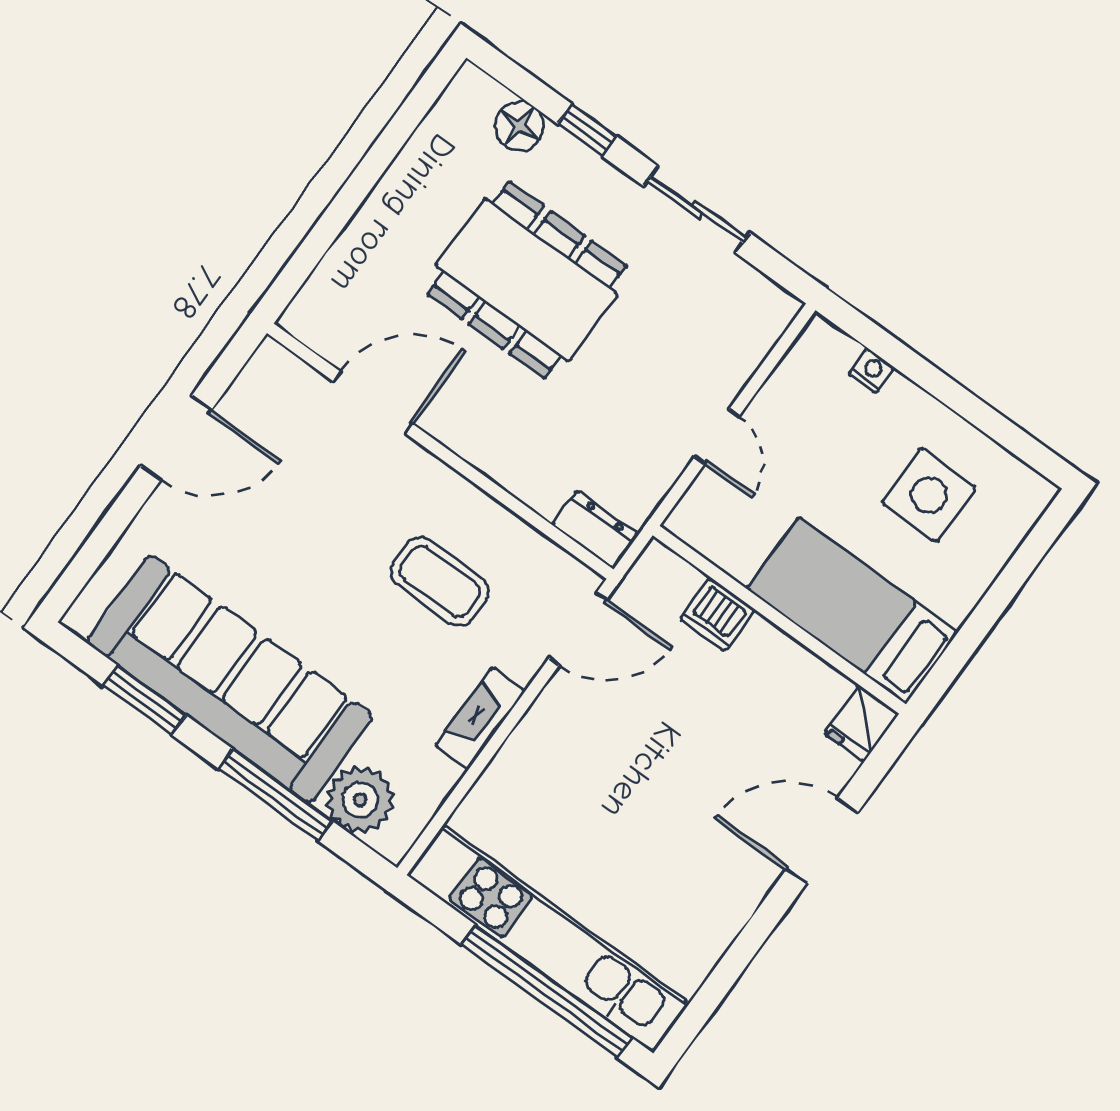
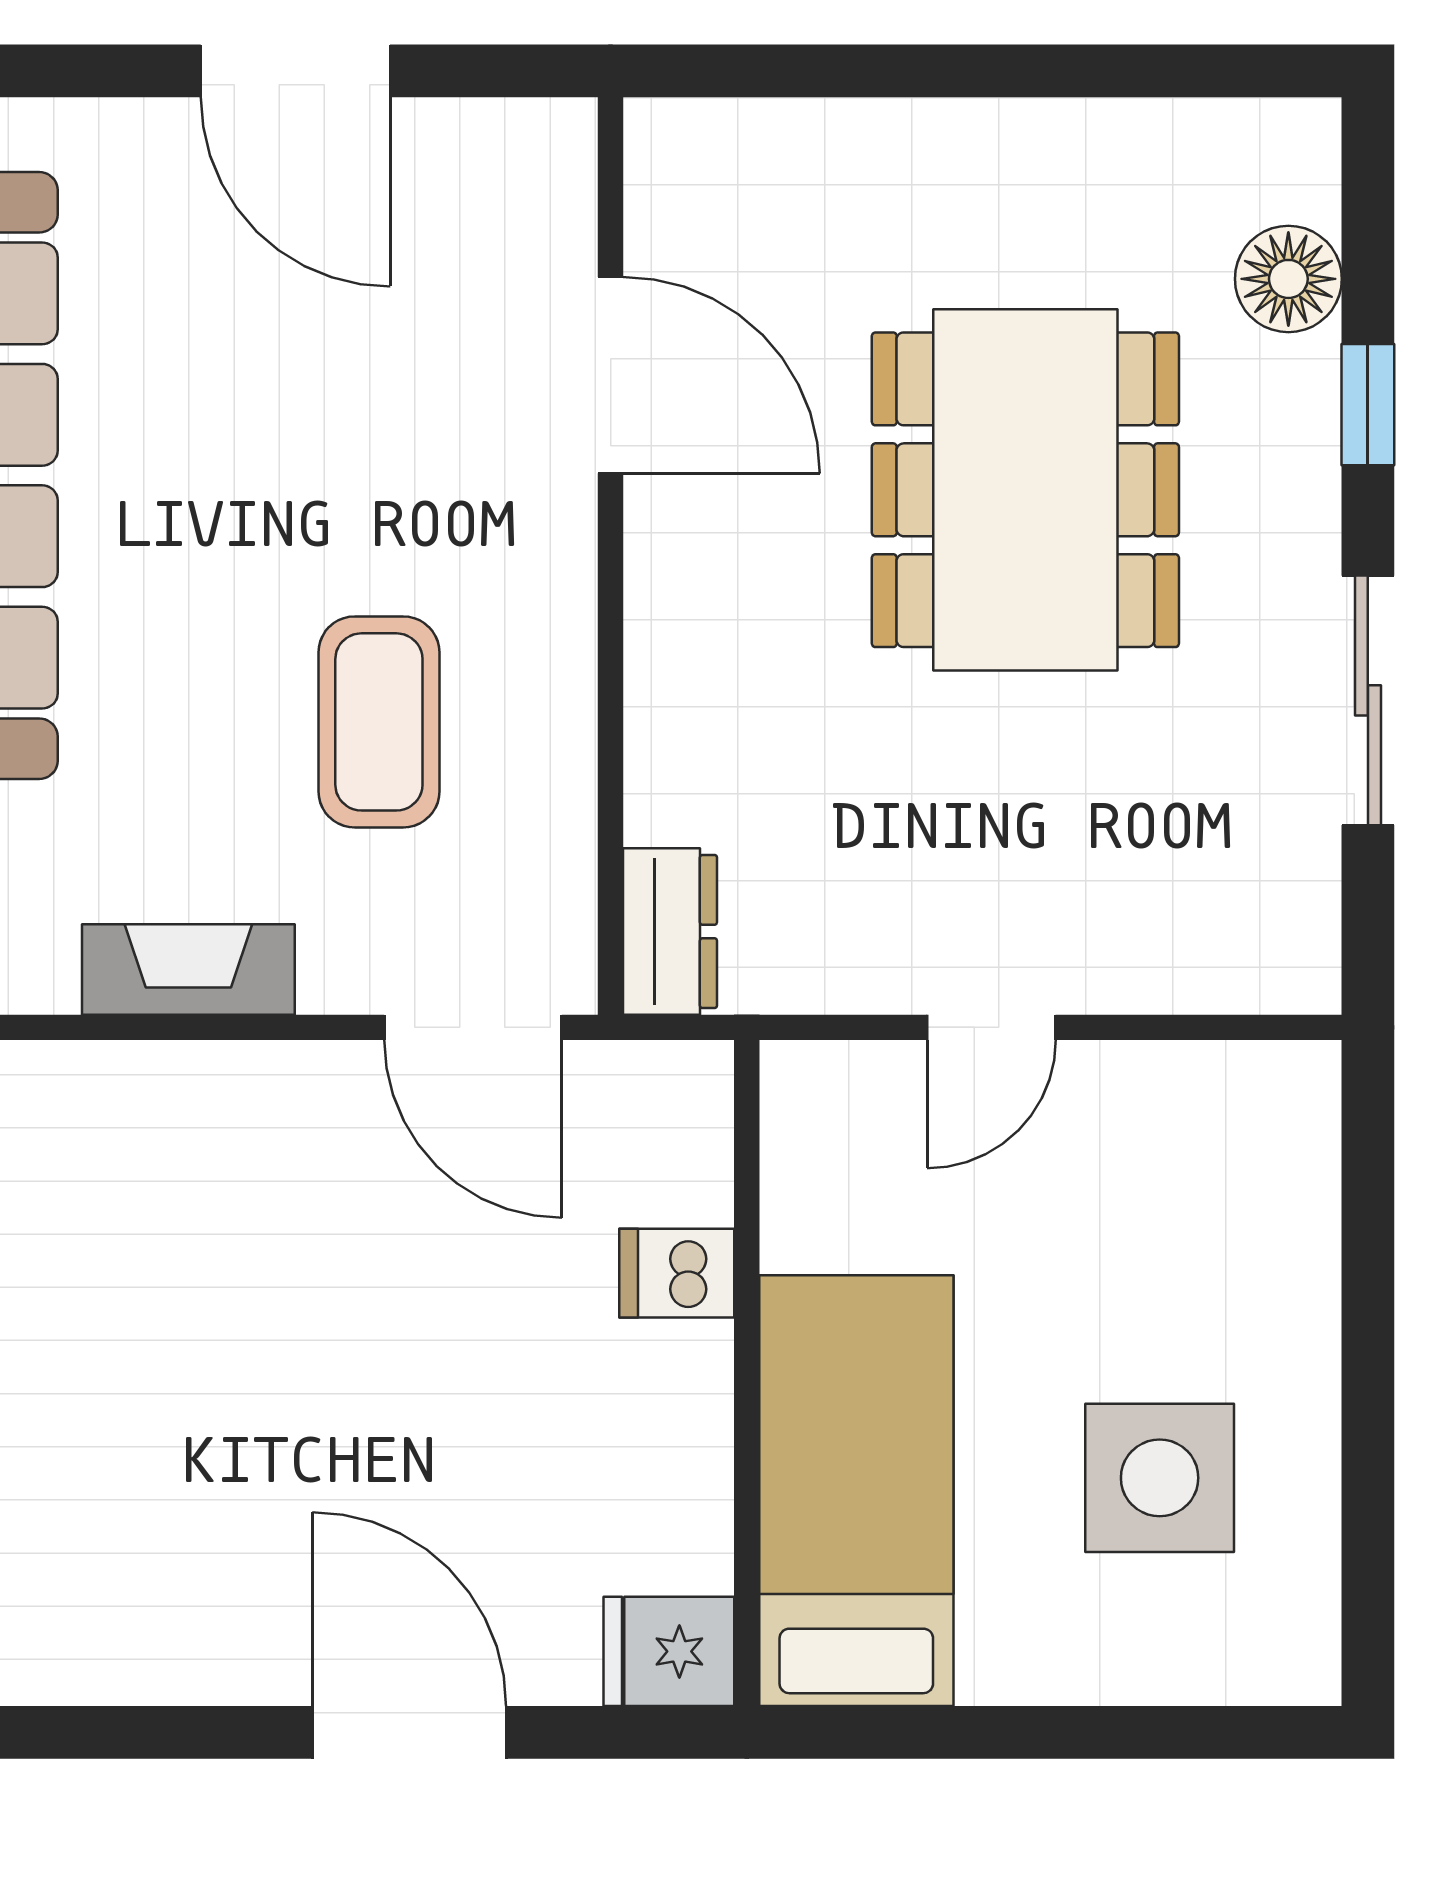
nightstand: (872, 371) -> (1307, 1217), removed
dishwasher: (717, 614) -> (677, 1273), width x0.73

